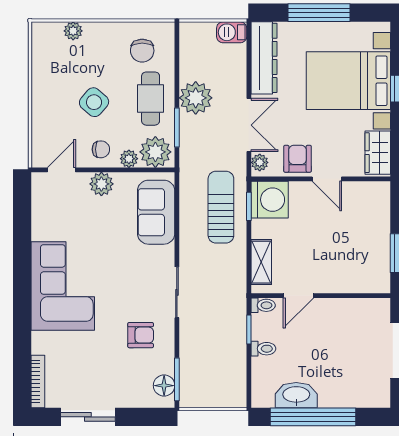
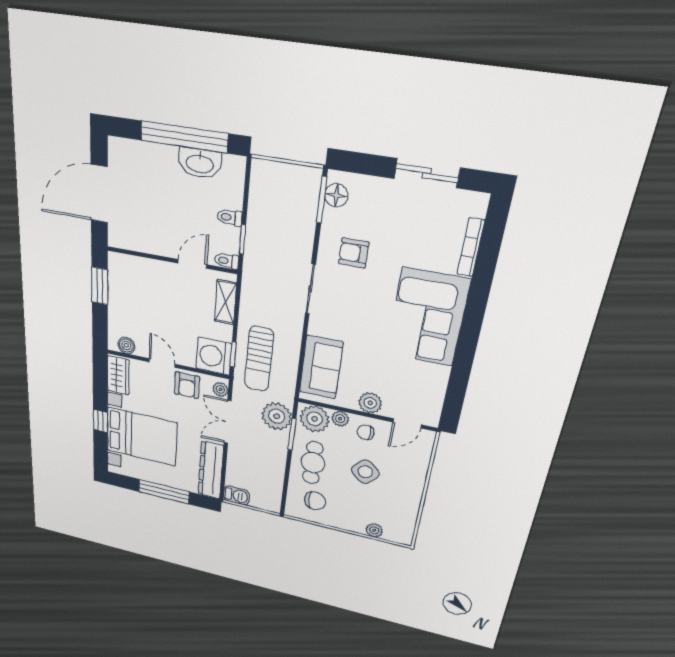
chair: (142, 51) -> (315, 501), turned 90
plant: (196, 98) -> (277, 416), moved
boiler: (368, 191) -> (126, 345), added
bookcase: (38, 382) -> (471, 247), moved

